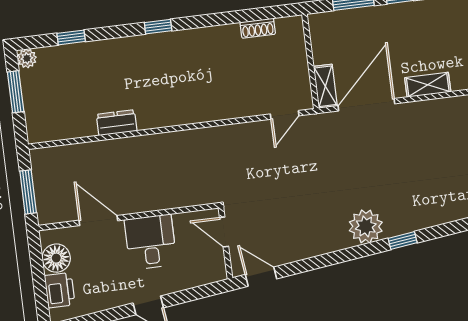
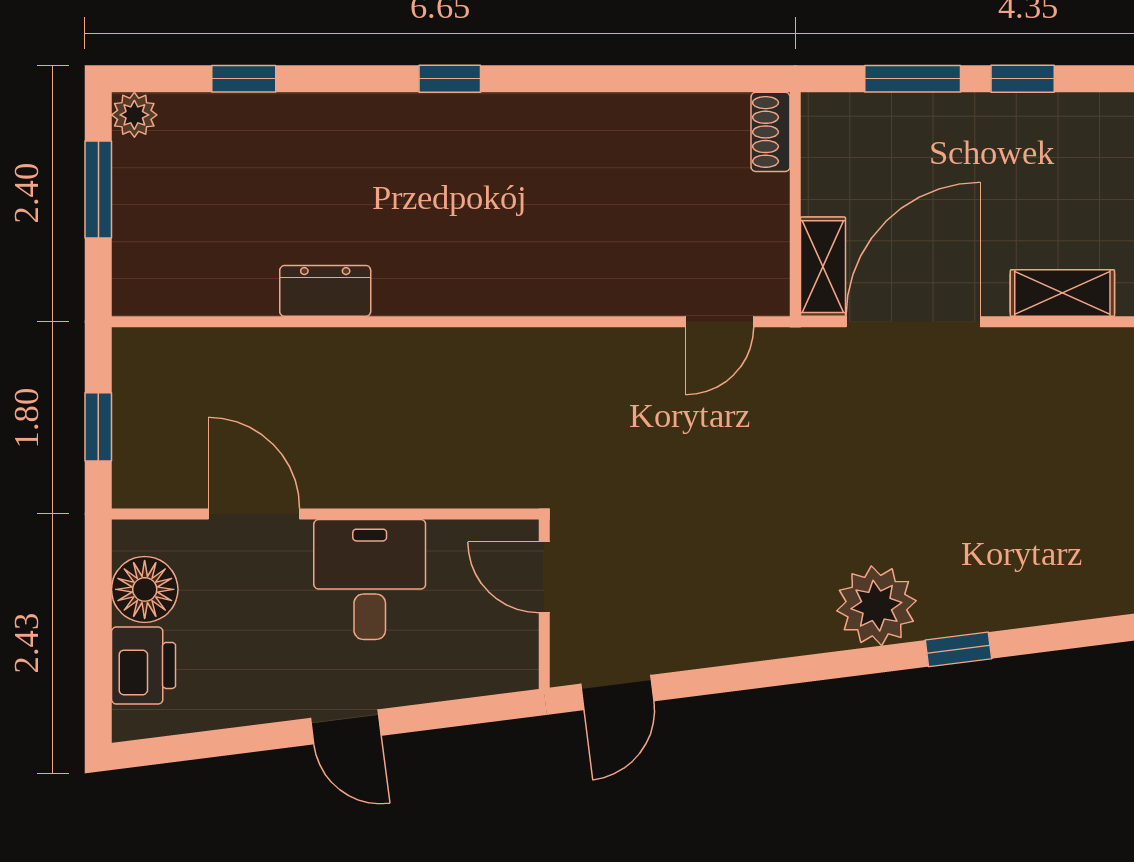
shoe rack: (258, 28) -> (771, 132), moved, turned 90
window: (28, 192) -> (98, 427), width x0.67
door: (261, 277) -> (617, 692), swing flipped

